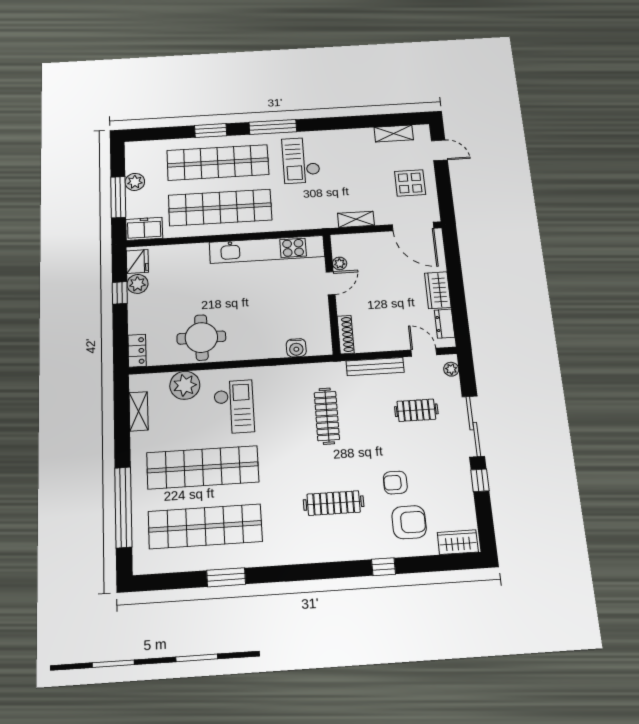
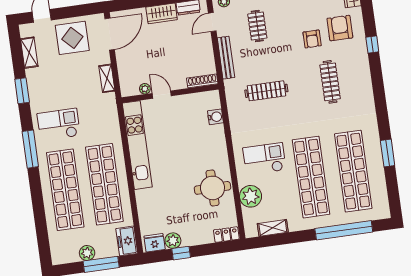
window: (211, 131) -> (22, 91), moved
checkout: (301, 160) -> (59, 125), turned 180
display table: (410, 183) -> (72, 38), width x1.36, depth x1.36

